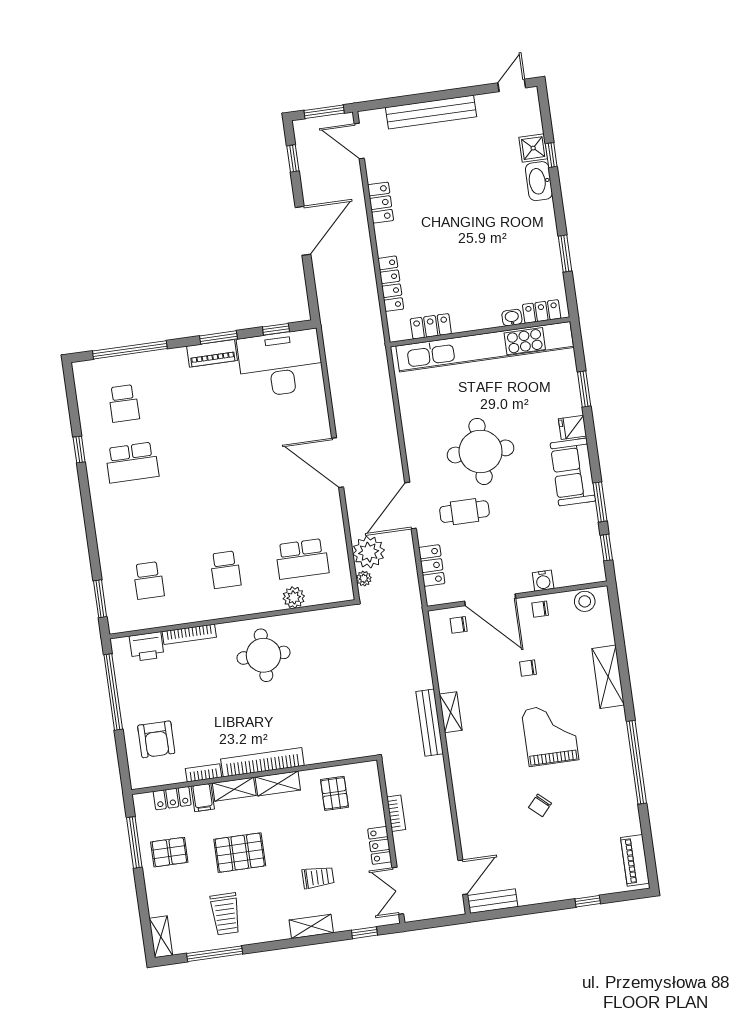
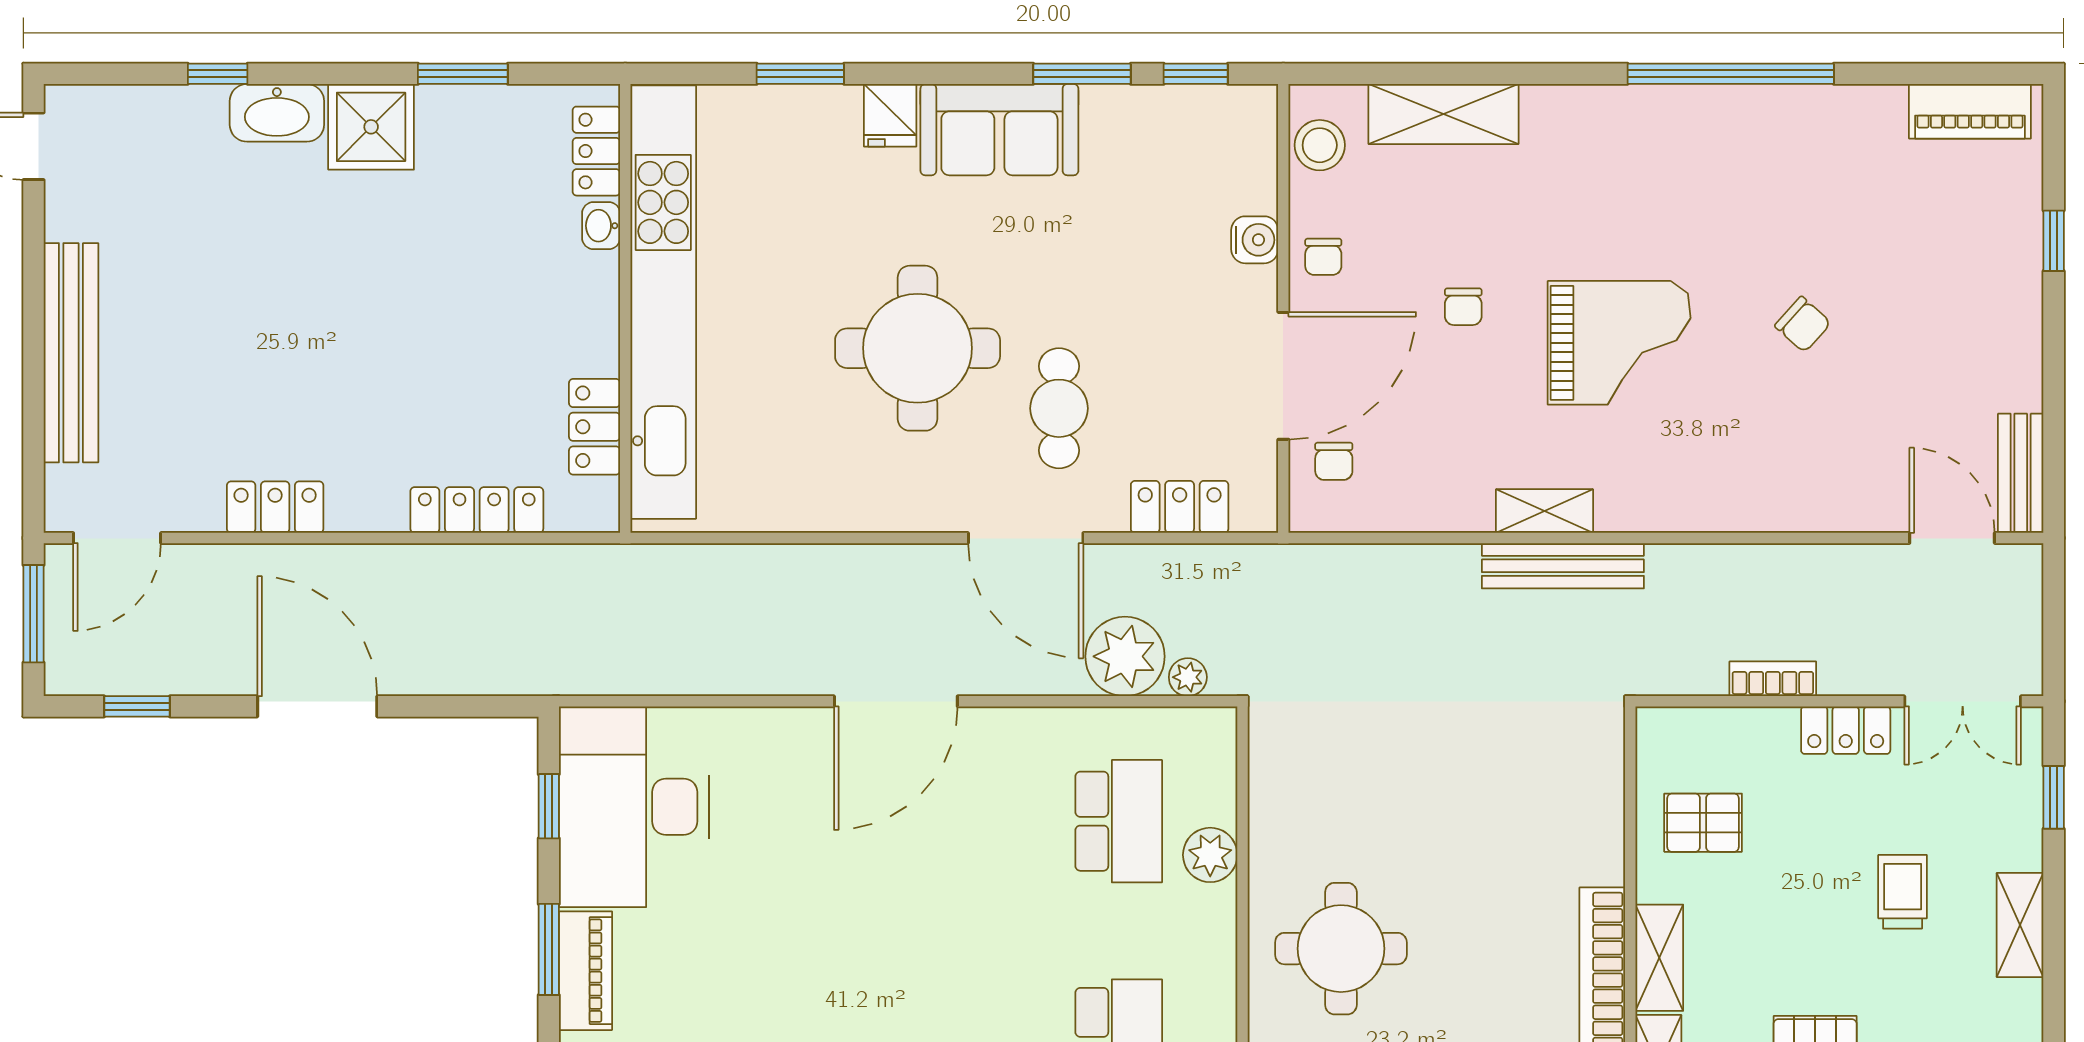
shower: (533, 148) -> (371, 127), moved, width x1.36, depth x1.36
shelving: (608, 677) -> (1444, 114), moved
grand piano: (550, 735) -> (1619, 343), moved, turned 180

